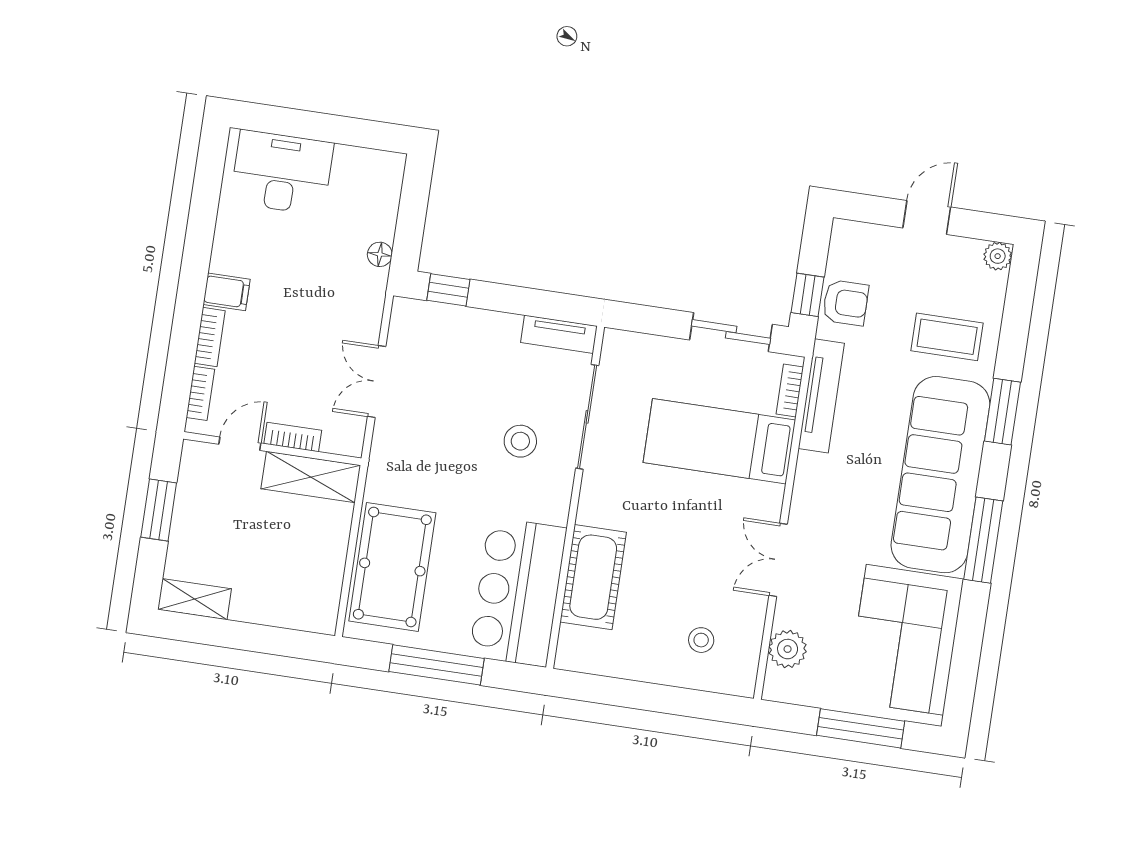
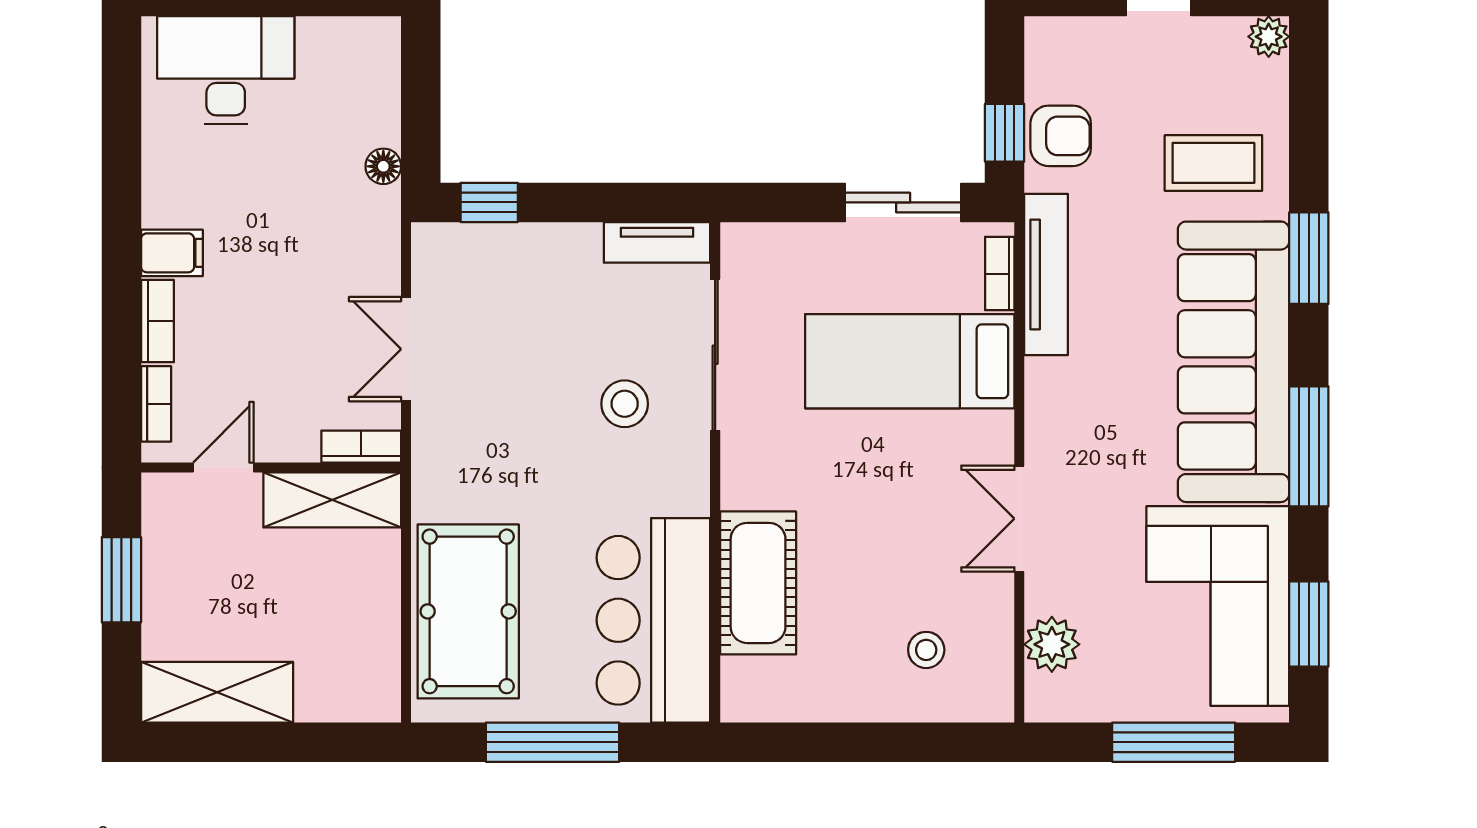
bookcase: (293, 437) -> (361, 447), moved
shelving: (194, 599) -> (217, 692), width x1.50, depth x1.33
window: (965, 661) -> (1309, 624), added

